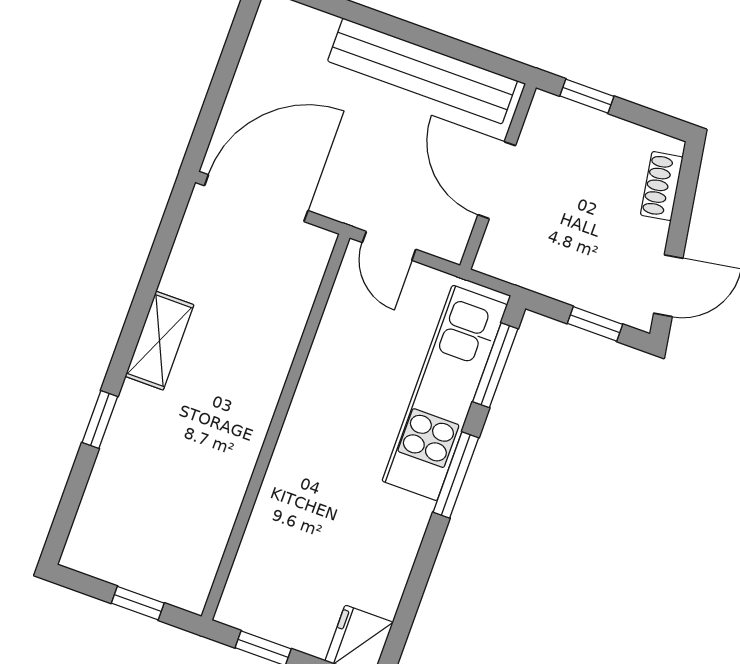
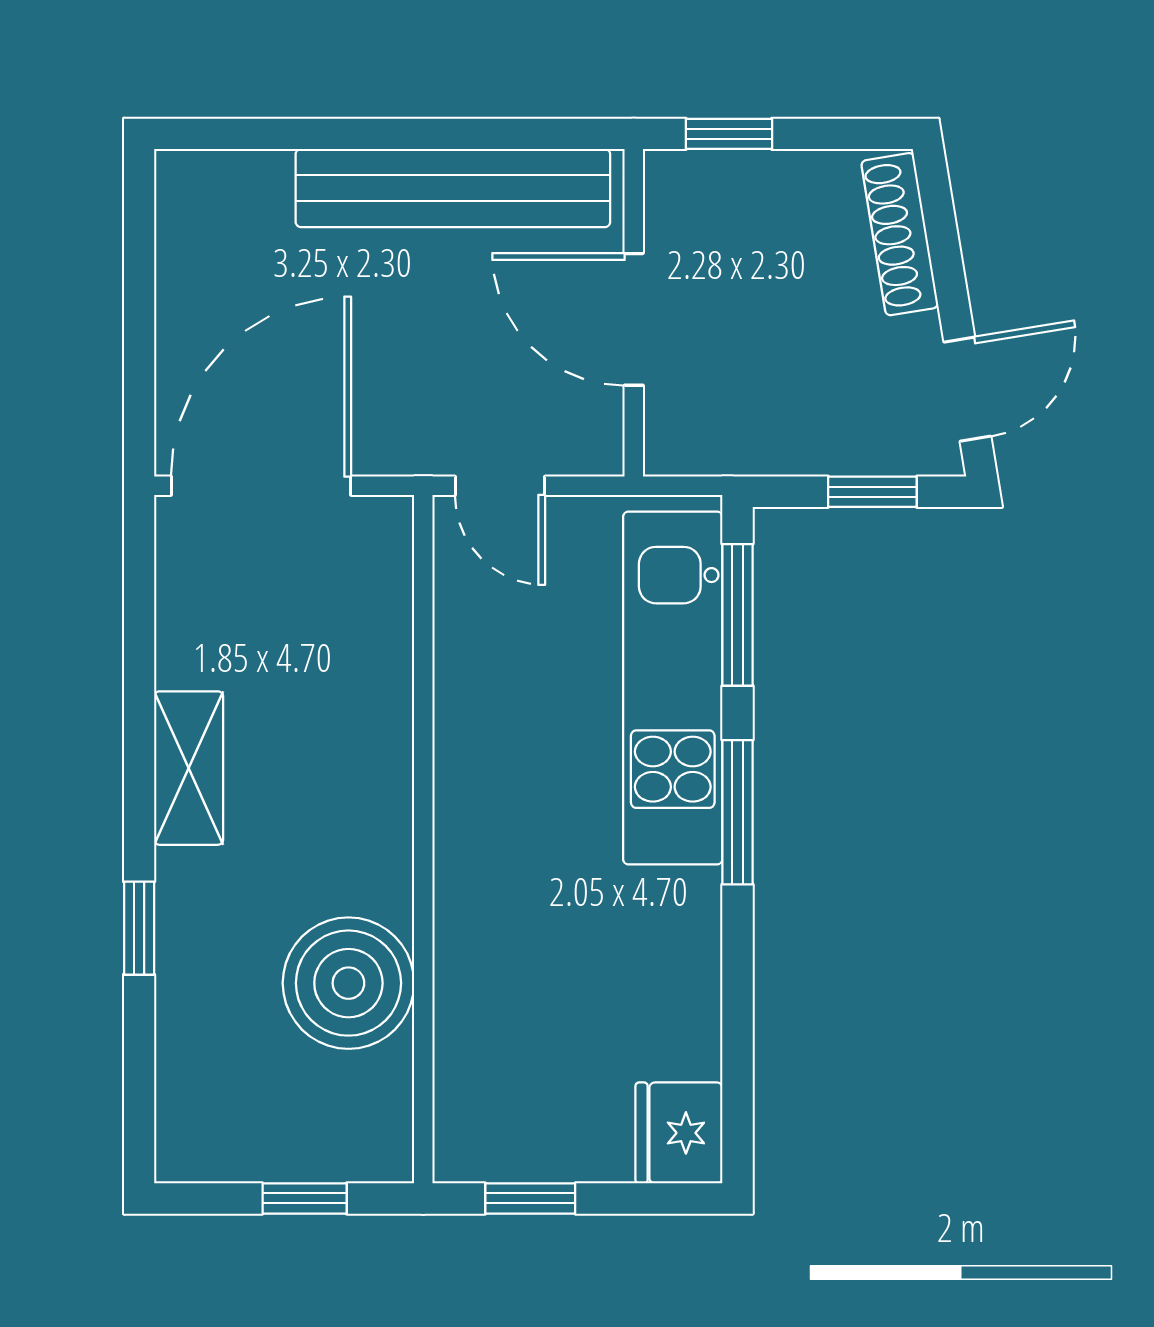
shoe rack: (662, 186) -> (900, 234), width x1.43
boiler: (205, 492) -> (348, 983), added

